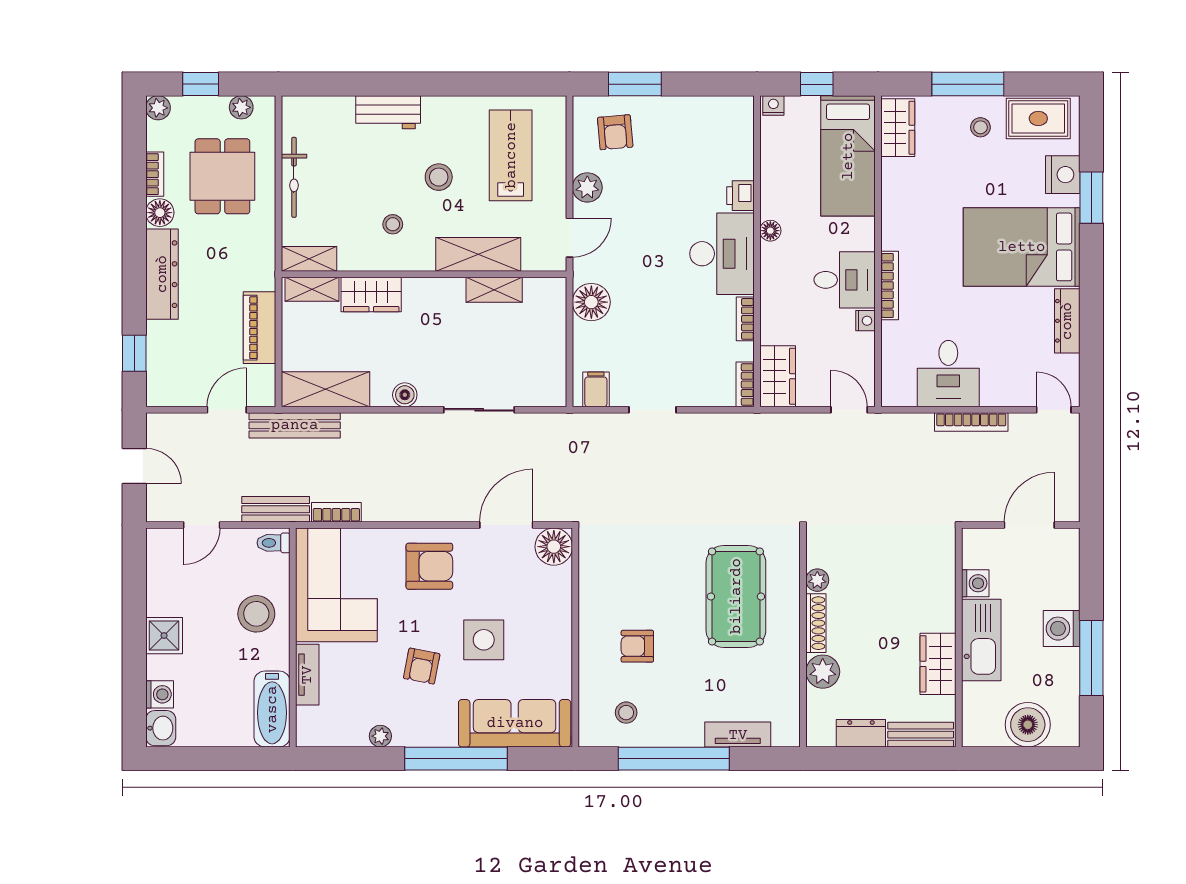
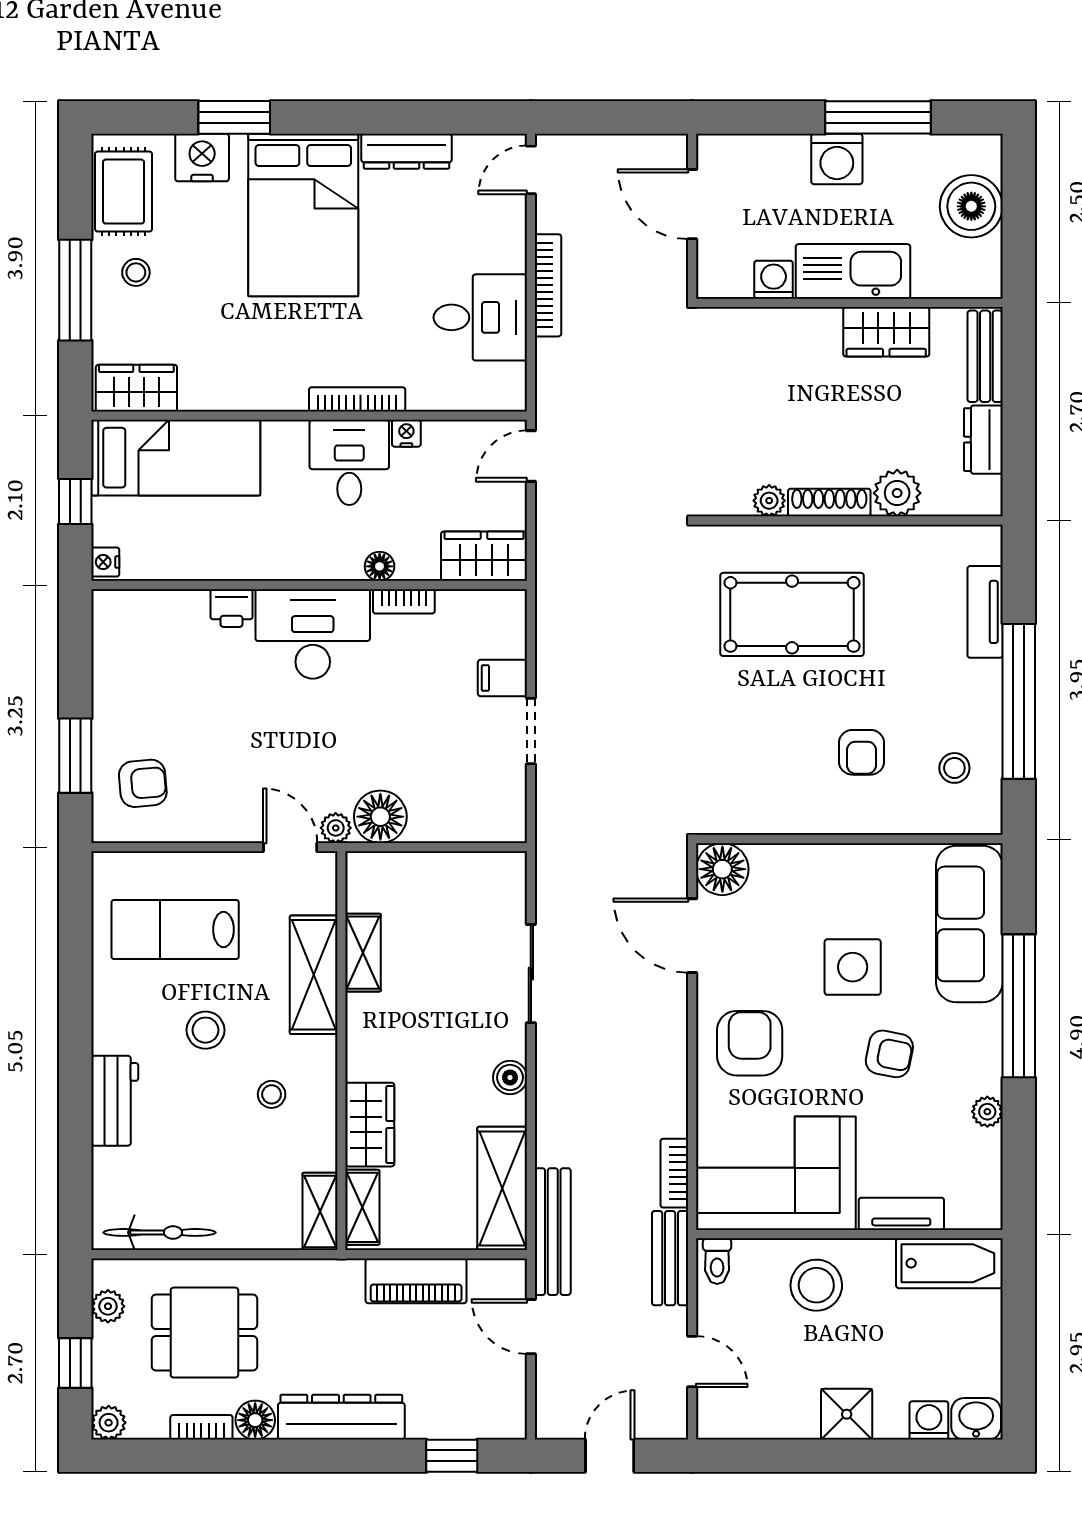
bicycle: (294, 177) -> (160, 1232), moved
plant: (587, 187) -> (336, 828), moved, width x0.73, depth x0.73
floor lamp: (770, 231) -> (380, 566), moved
bookcase: (745, 384) -> (495, 602), removed
filing cabinet: (596, 389) -> (502, 678), moved

